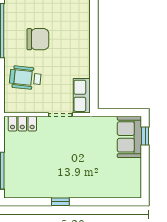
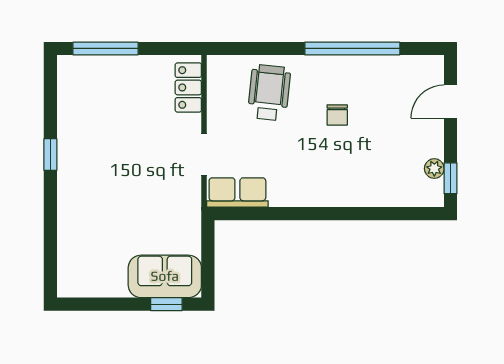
chair: (38, 39) -> (337, 115), width x0.54, depth x0.54

